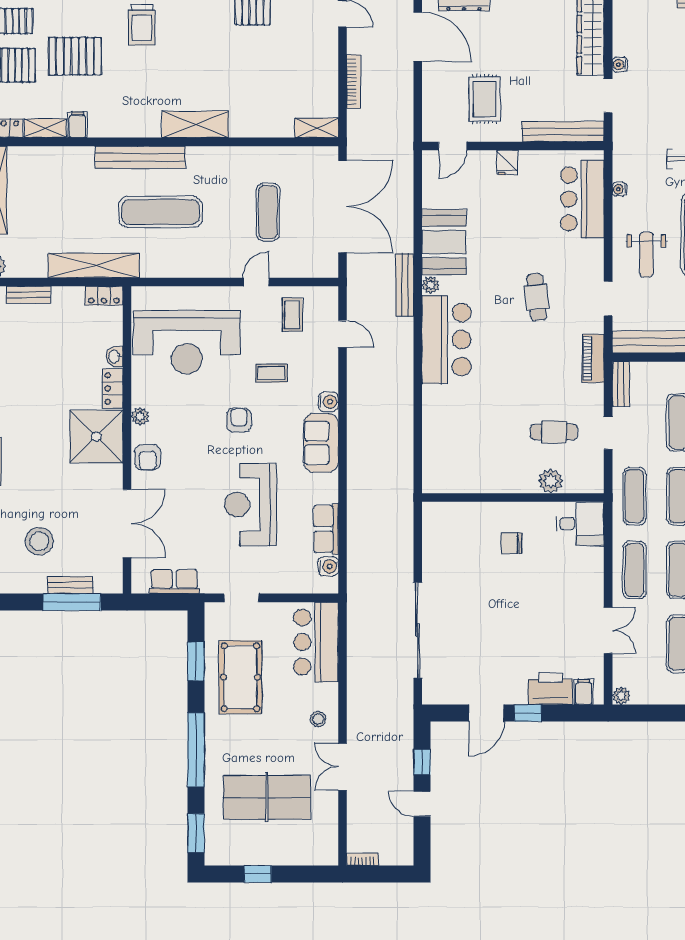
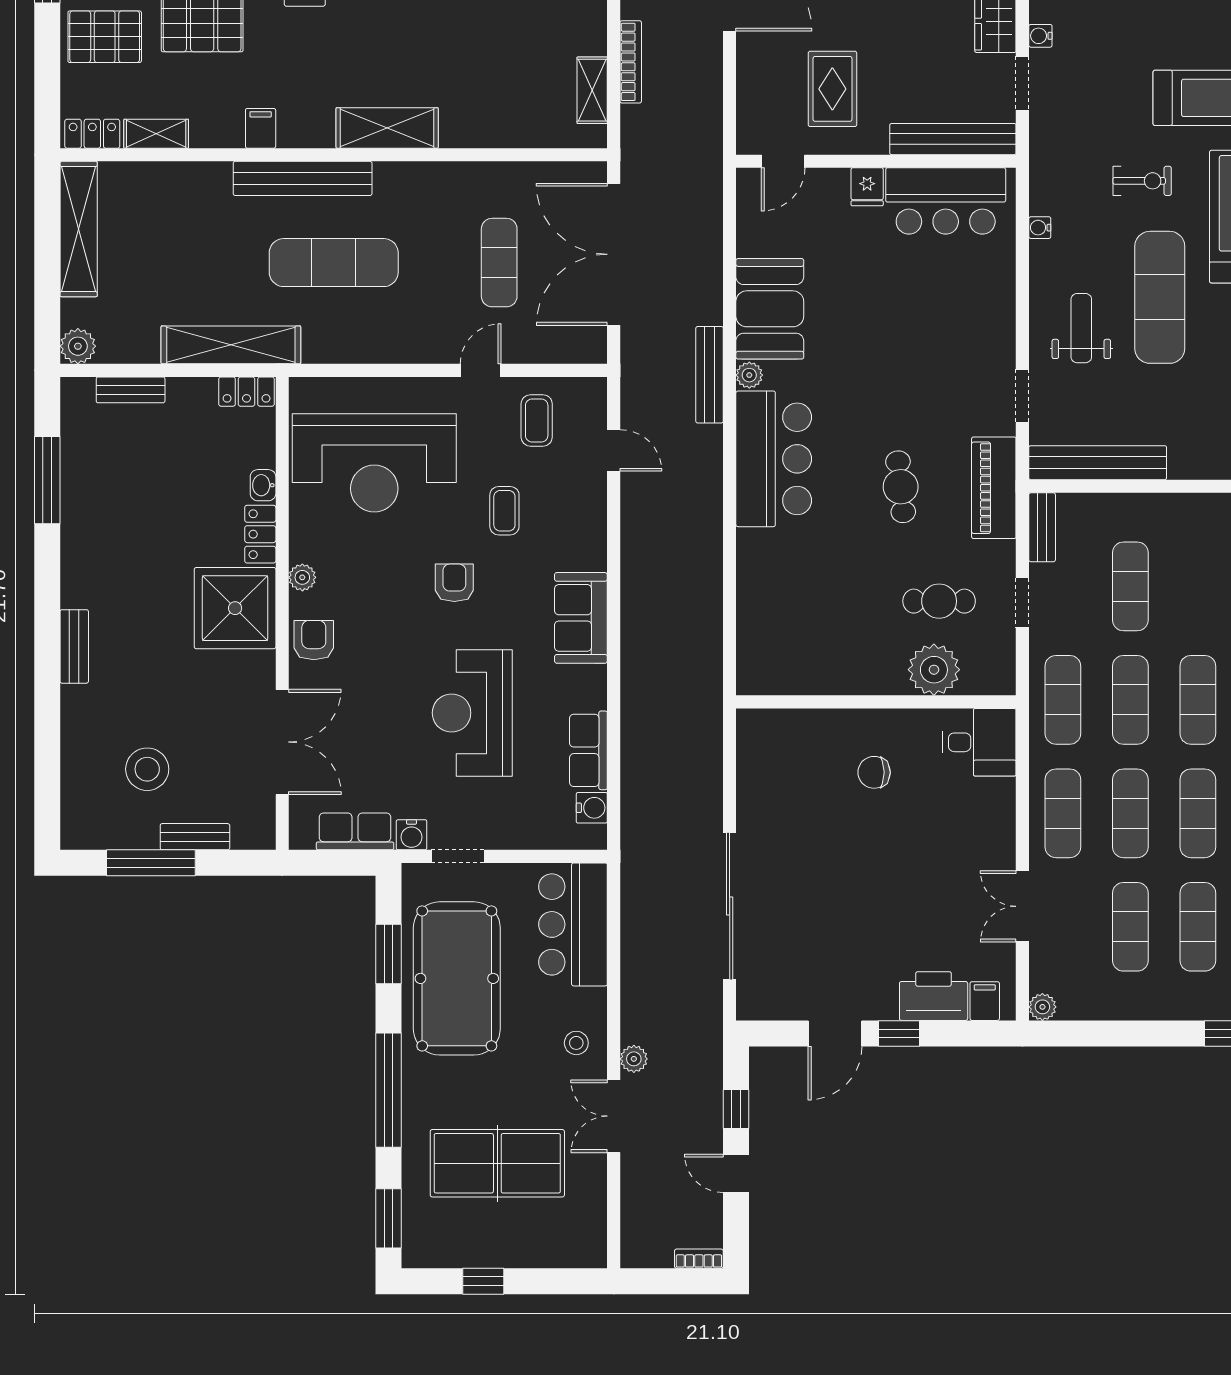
filing cabinet: (78, 125) -> (261, 128), moved
shelving: (317, 128) -> (592, 90), moved, turned 90
bar counter: (582, 199) -> (946, 201), moved, turned -90
double door: (342, 207) -> (614, 254), swing flipped
weight bench: (646, 255) -> (1081, 328), turned 180
cafe table: (537, 297) -> (901, 487), moved
piano: (593, 358) -> (994, 488), width x1.37, depth x1.33
coffee table: (271, 373) -> (504, 511), turned 90
water cooler: (328, 402) -> (412, 835), moved, turned 90
armchair: (148, 457) -> (314, 640), turned 180
plant: (551, 481) -> (934, 670), width x1.36, depth x1.36
window: (72, 602) -> (151, 863), moved
double door: (608, 630) -> (1022, 906), swing flipped
pool table: (240, 677) -> (457, 978), width x1.36, depth x1.32
plant: (356, 729) -> (634, 1059), added
bookcase: (362, 859) -> (699, 1259), moved

